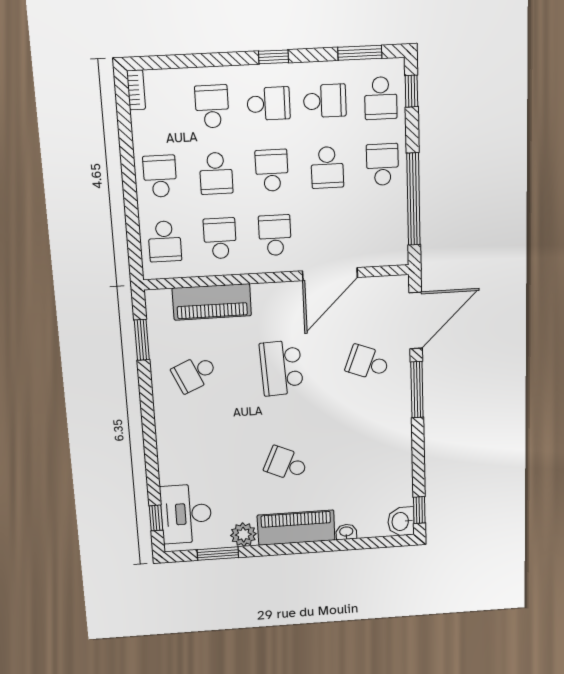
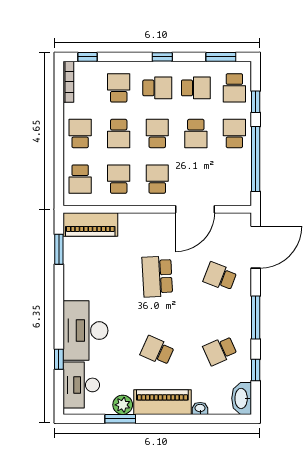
window: (163, 62) -> (88, 57), added
bookcase: (136, 90) -> (68, 82), width x1.56
window: (411, 91) -> (256, 102), moved
piano: (212, 302) -> (90, 224), moved
school desk: (195, 373) -> (220, 351), moved
window: (417, 390) -> (256, 317), moved
desk: (187, 445) -> (85, 331), added
window: (419, 510) -> (256, 370), moved
window: (156, 518) -> (59, 359), moved
washbasin: (401, 521) -> (242, 398), width x1.38
window: (218, 554) -> (120, 419), moved

